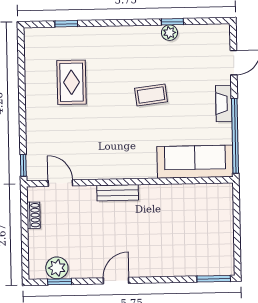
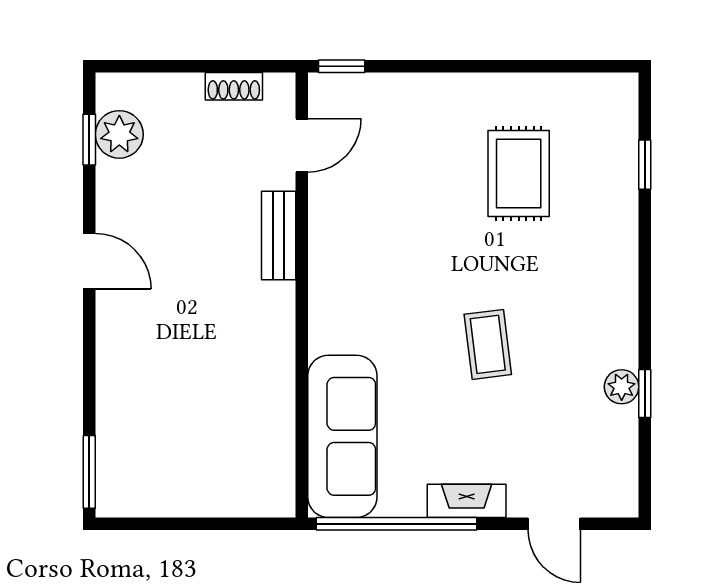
rug: (71, 82) -> (519, 173), turned 90
bench: (118, 193) -> (279, 235), moved

